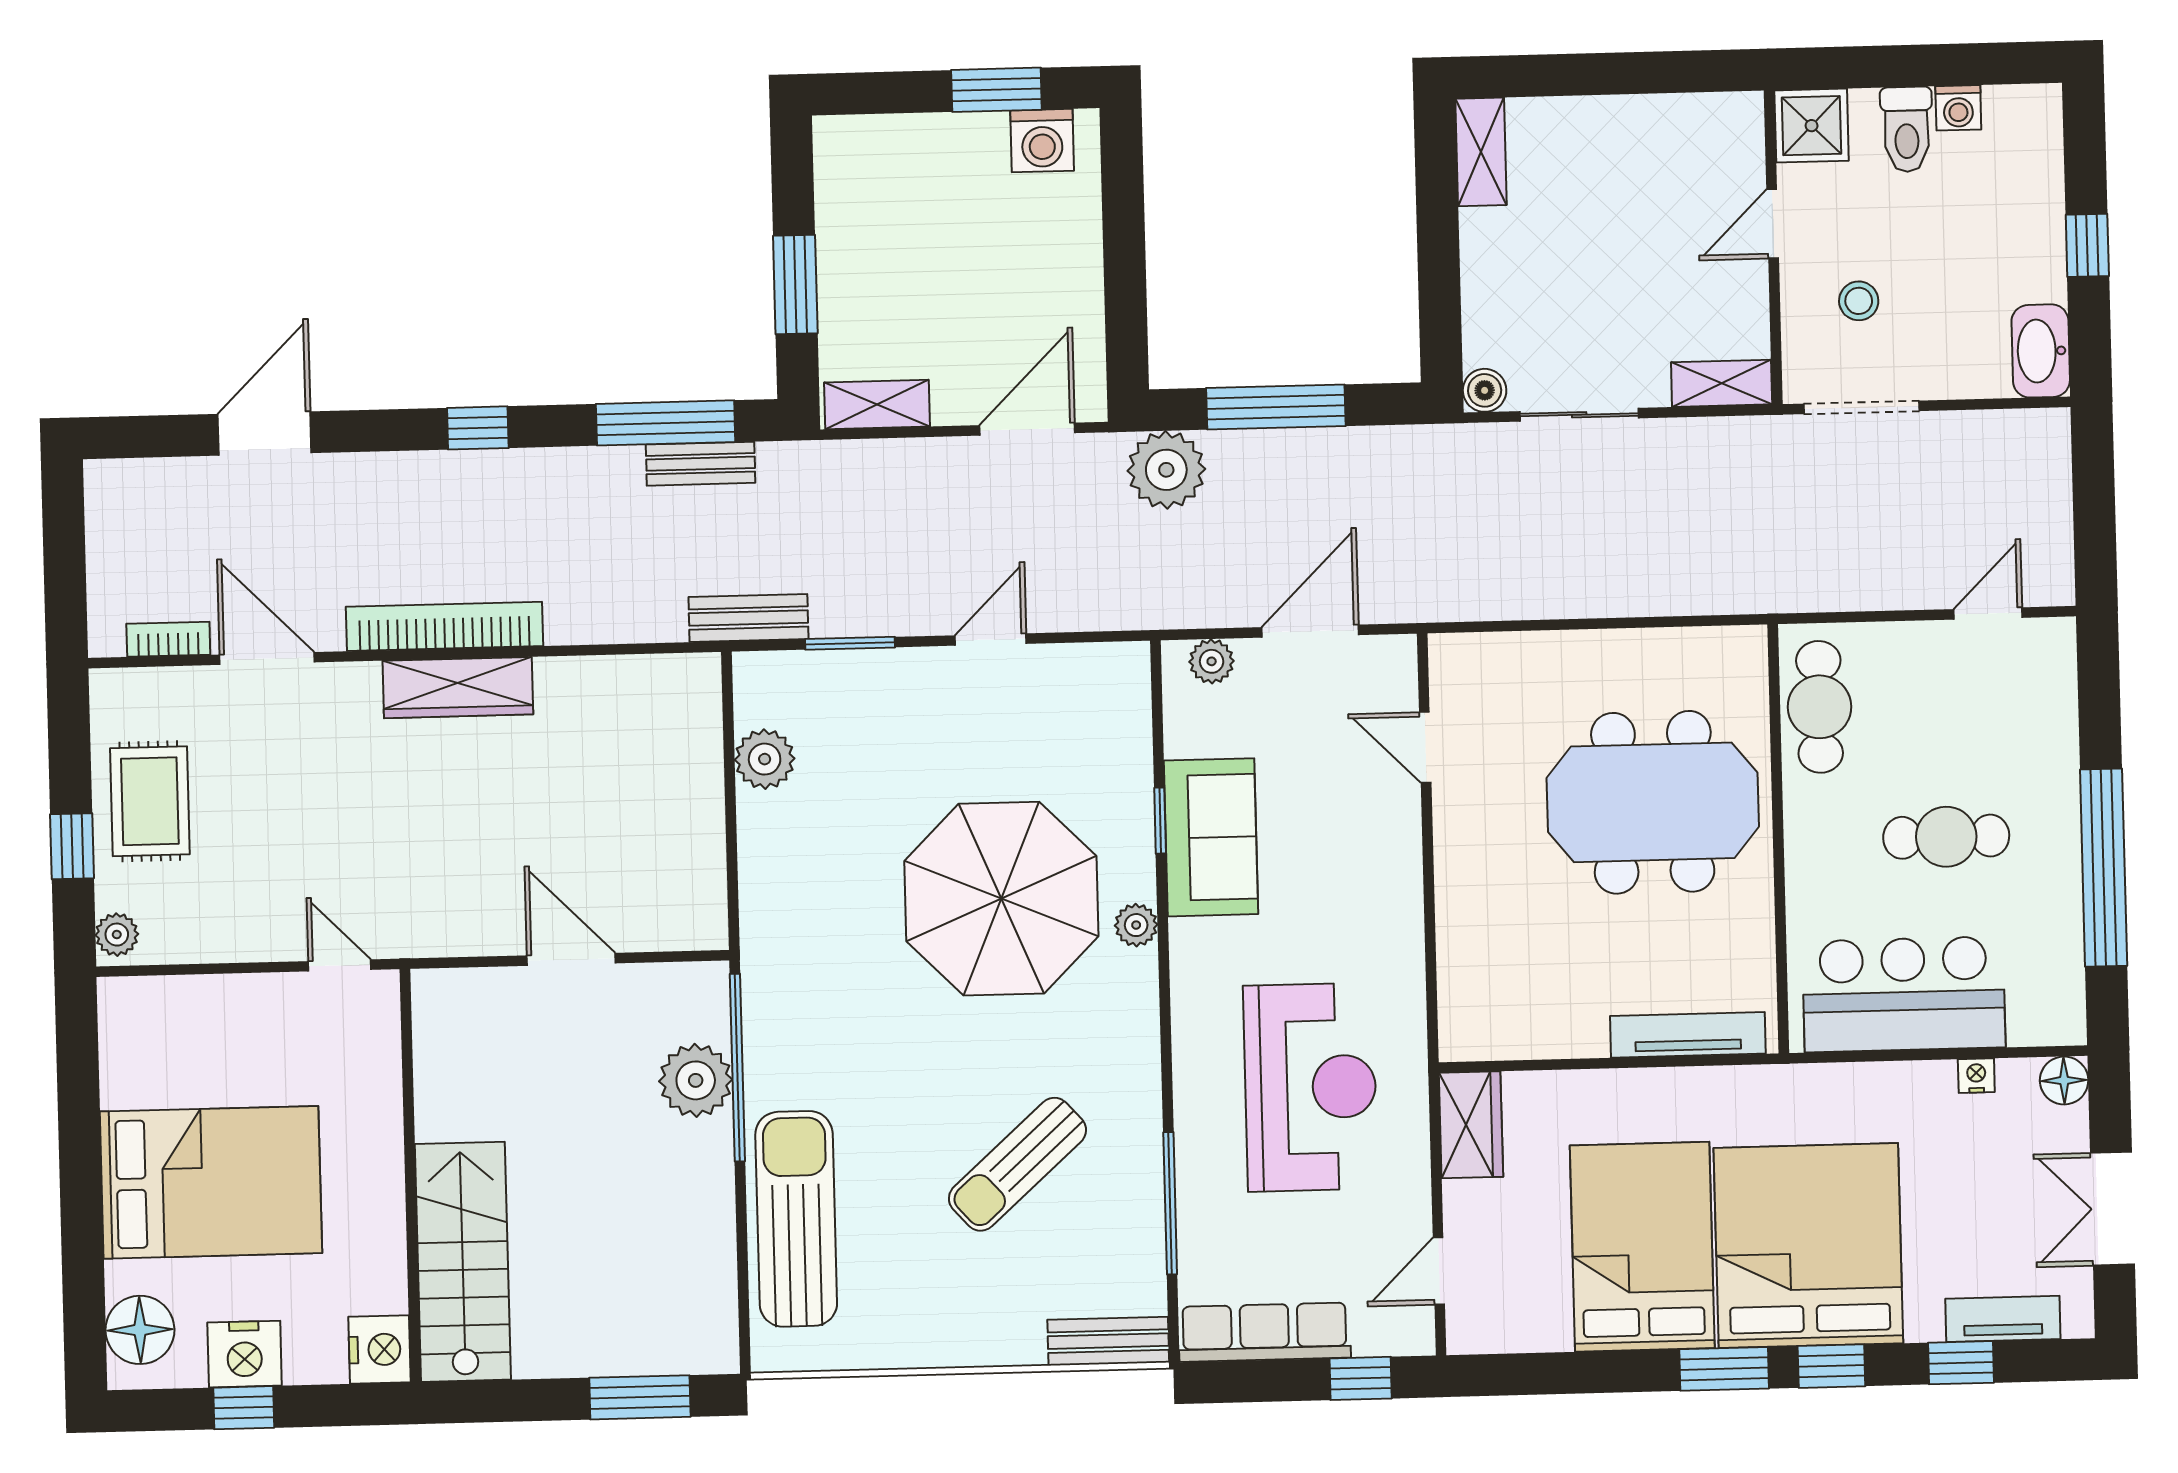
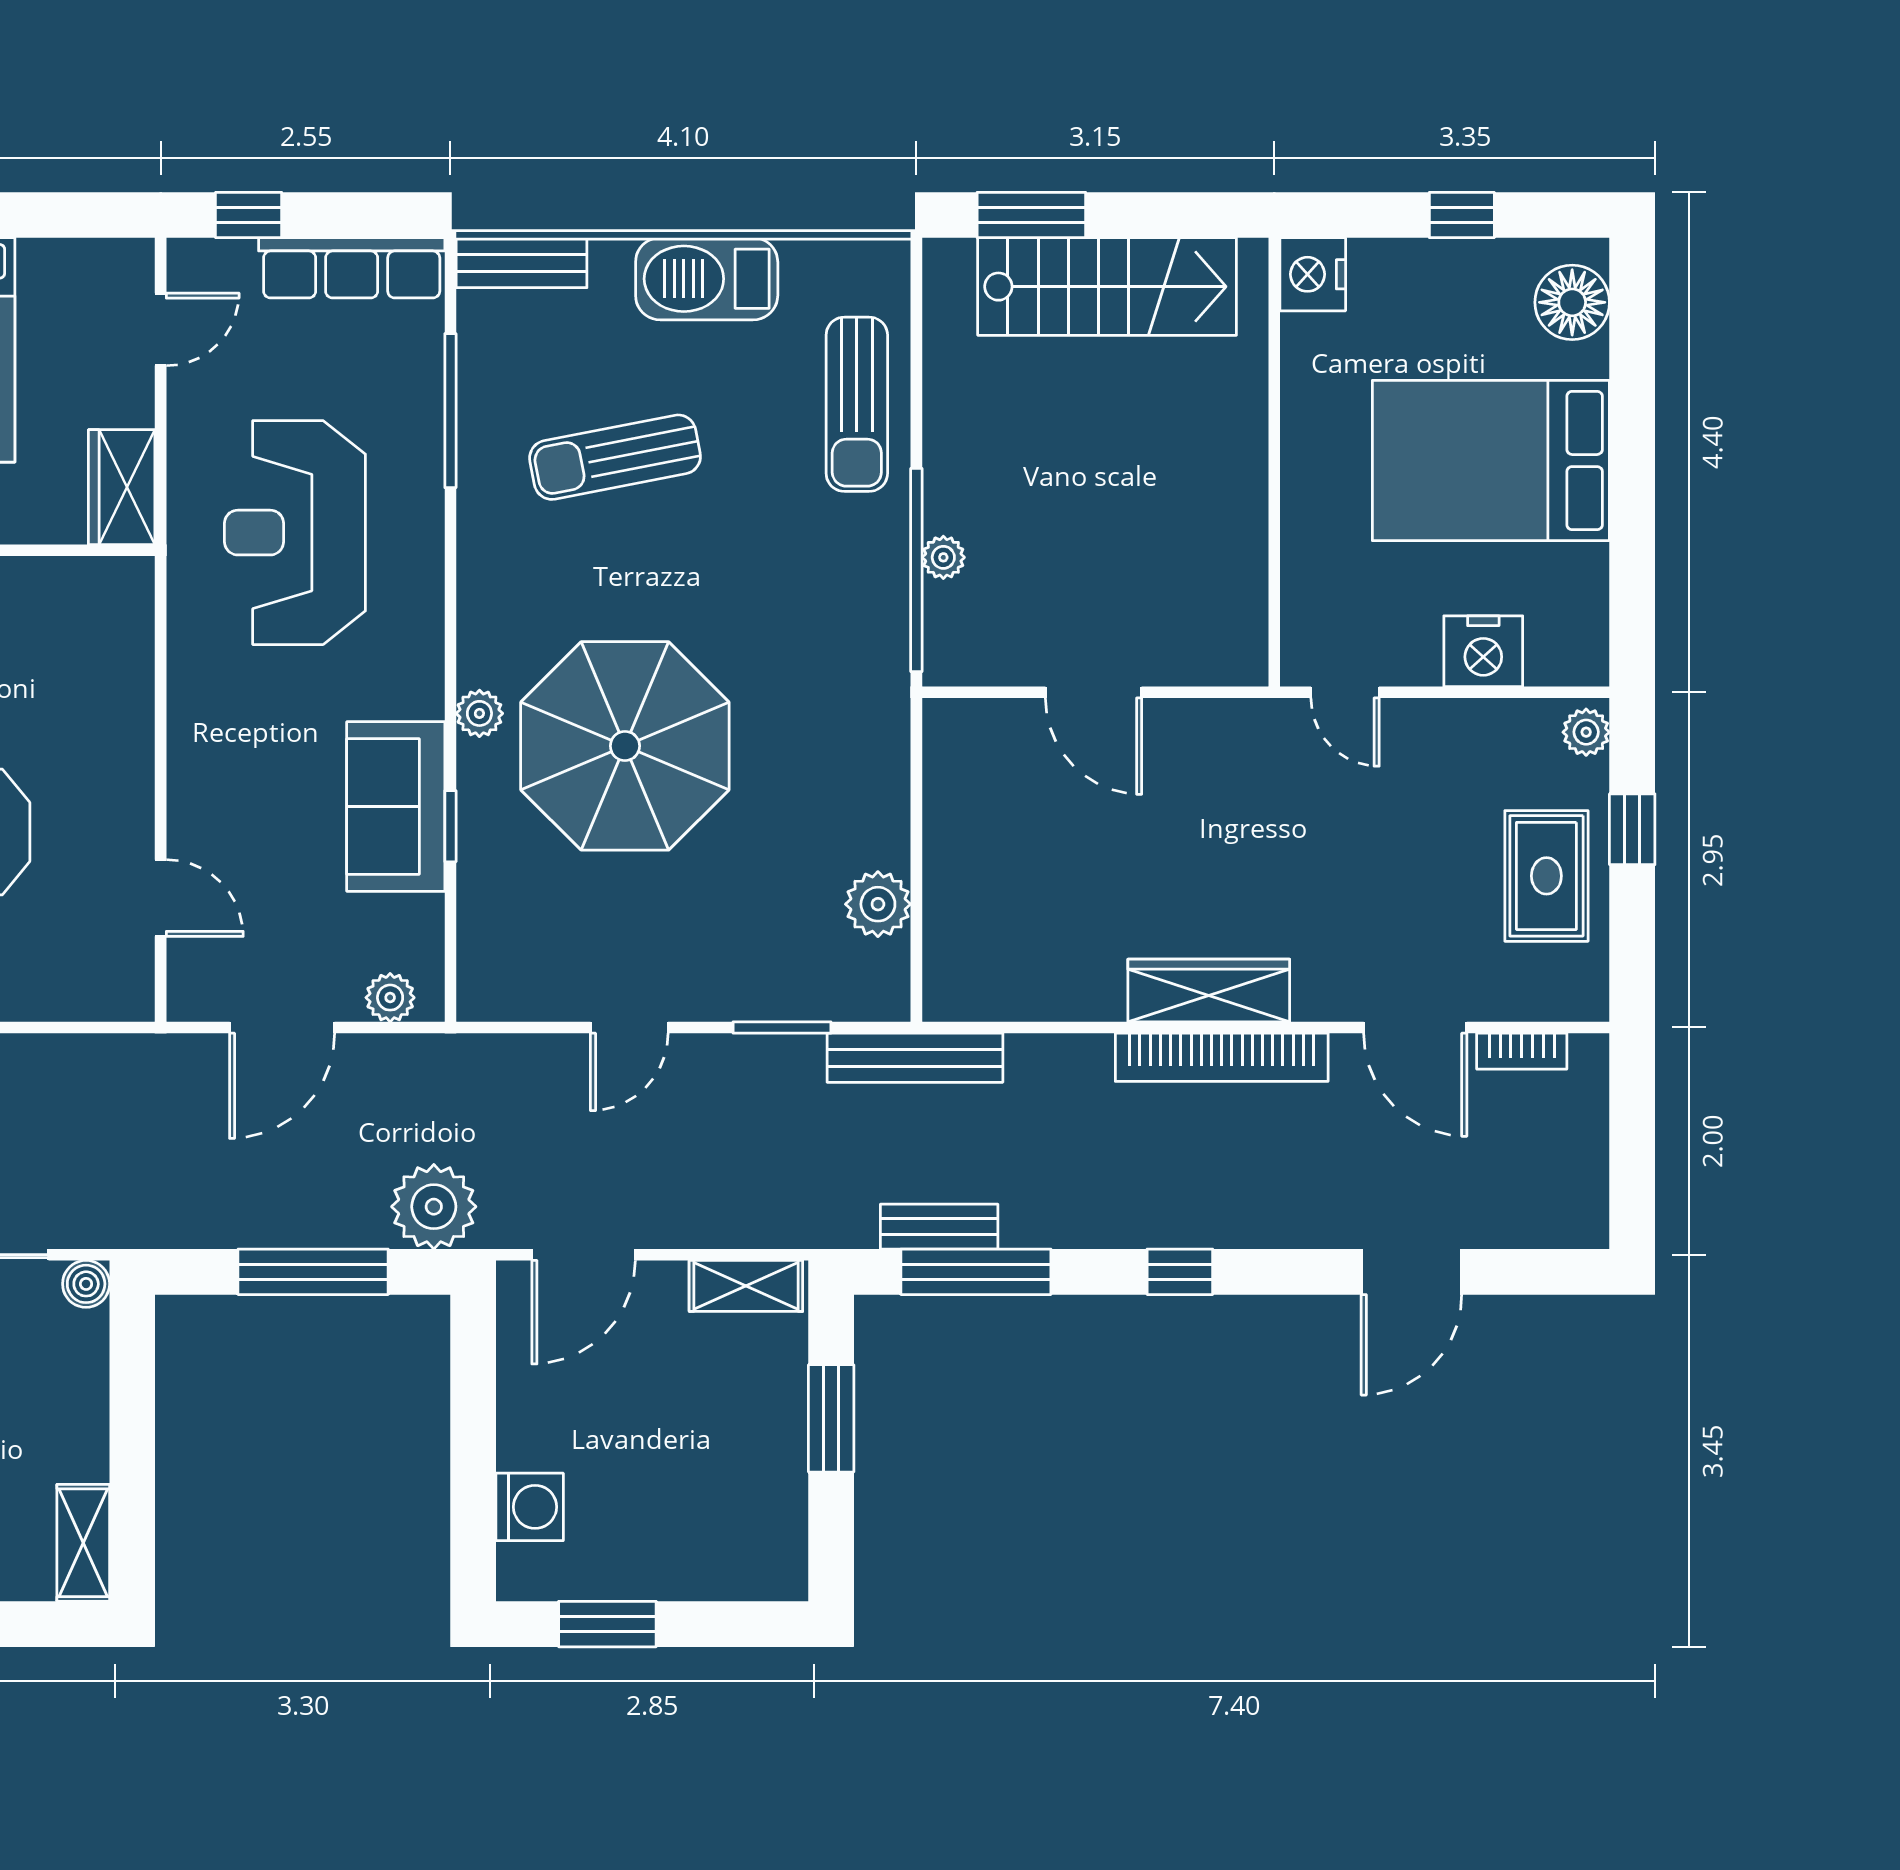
washing machine: (1042, 141) -> (530, 1507), moved, turned 90
bench: (748, 618) -> (915, 1058), width x1.36
plant: (696, 1080) -> (943, 557), width x0.53, depth x0.53
sun lounger: (1017, 1164) -> (615, 457), turned -149
sun lounger: (796, 1219) -> (857, 404), width x0.73, depth x0.75
stairs: (463, 1262) -> (1107, 287), moved, turned -90
barbecue: (937, 1331) -> (707, 279), added
nightstand: (245, 1354) -> (1483, 651), moved, turned 180

